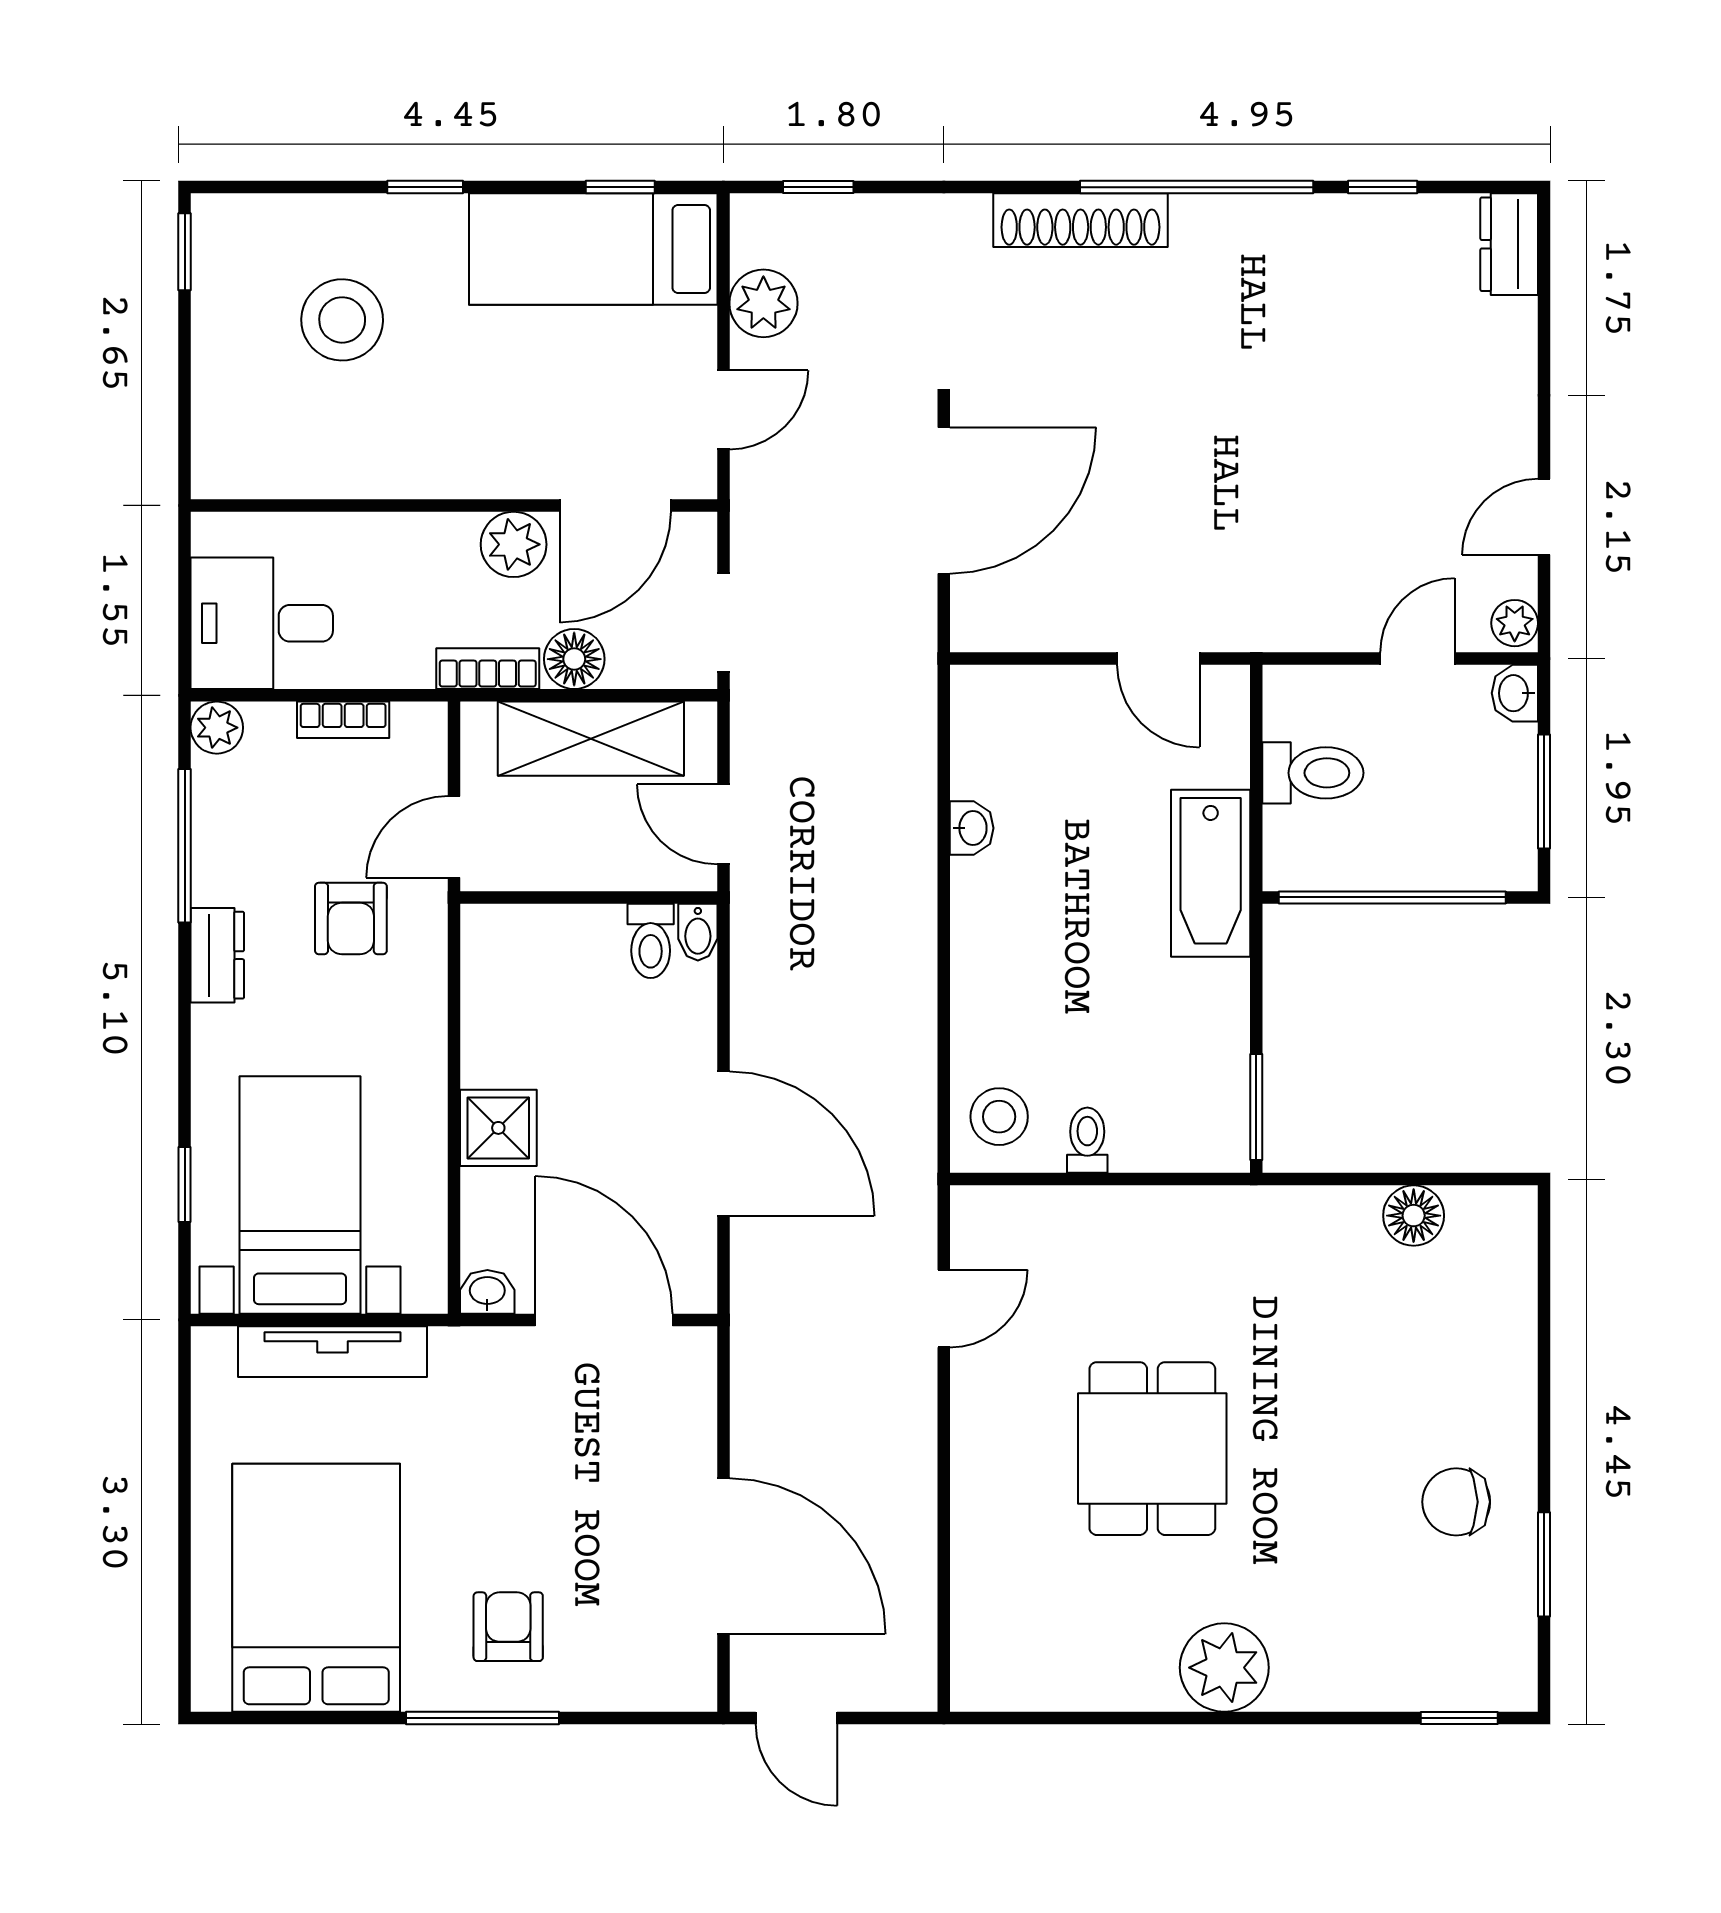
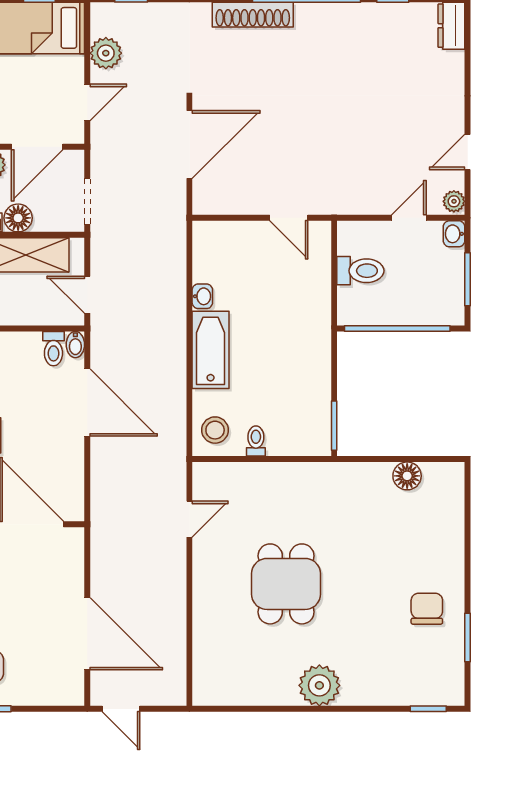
bathtub: (1211, 873) -> (211, 350), moved, turned 180
door: (723, 1144) -> (87, 403), moved
chair: (1456, 1502) -> (427, 609), turned 90

